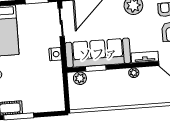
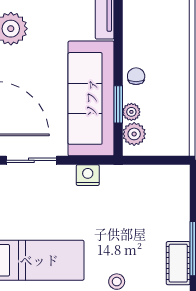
plant: (134, 73) -> (131, 112), moved
chair: (112, 77) -> (136, 76), added

